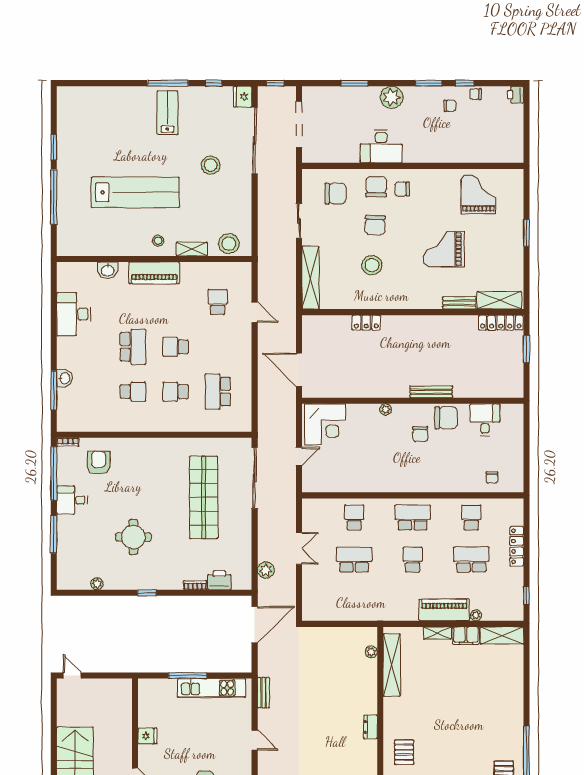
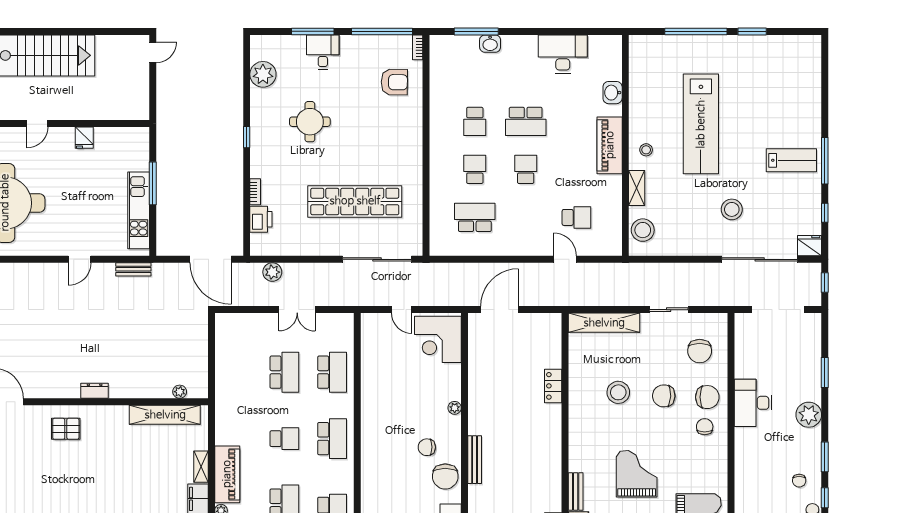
door: (255, 312) -> (565, 259), swing flipped
desk: (72, 500) -> (323, 52), moved
school desk: (354, 518) -> (332, 372), width x1.85
plant: (97, 584) -> (263, 74), width x1.87, depth x1.87

